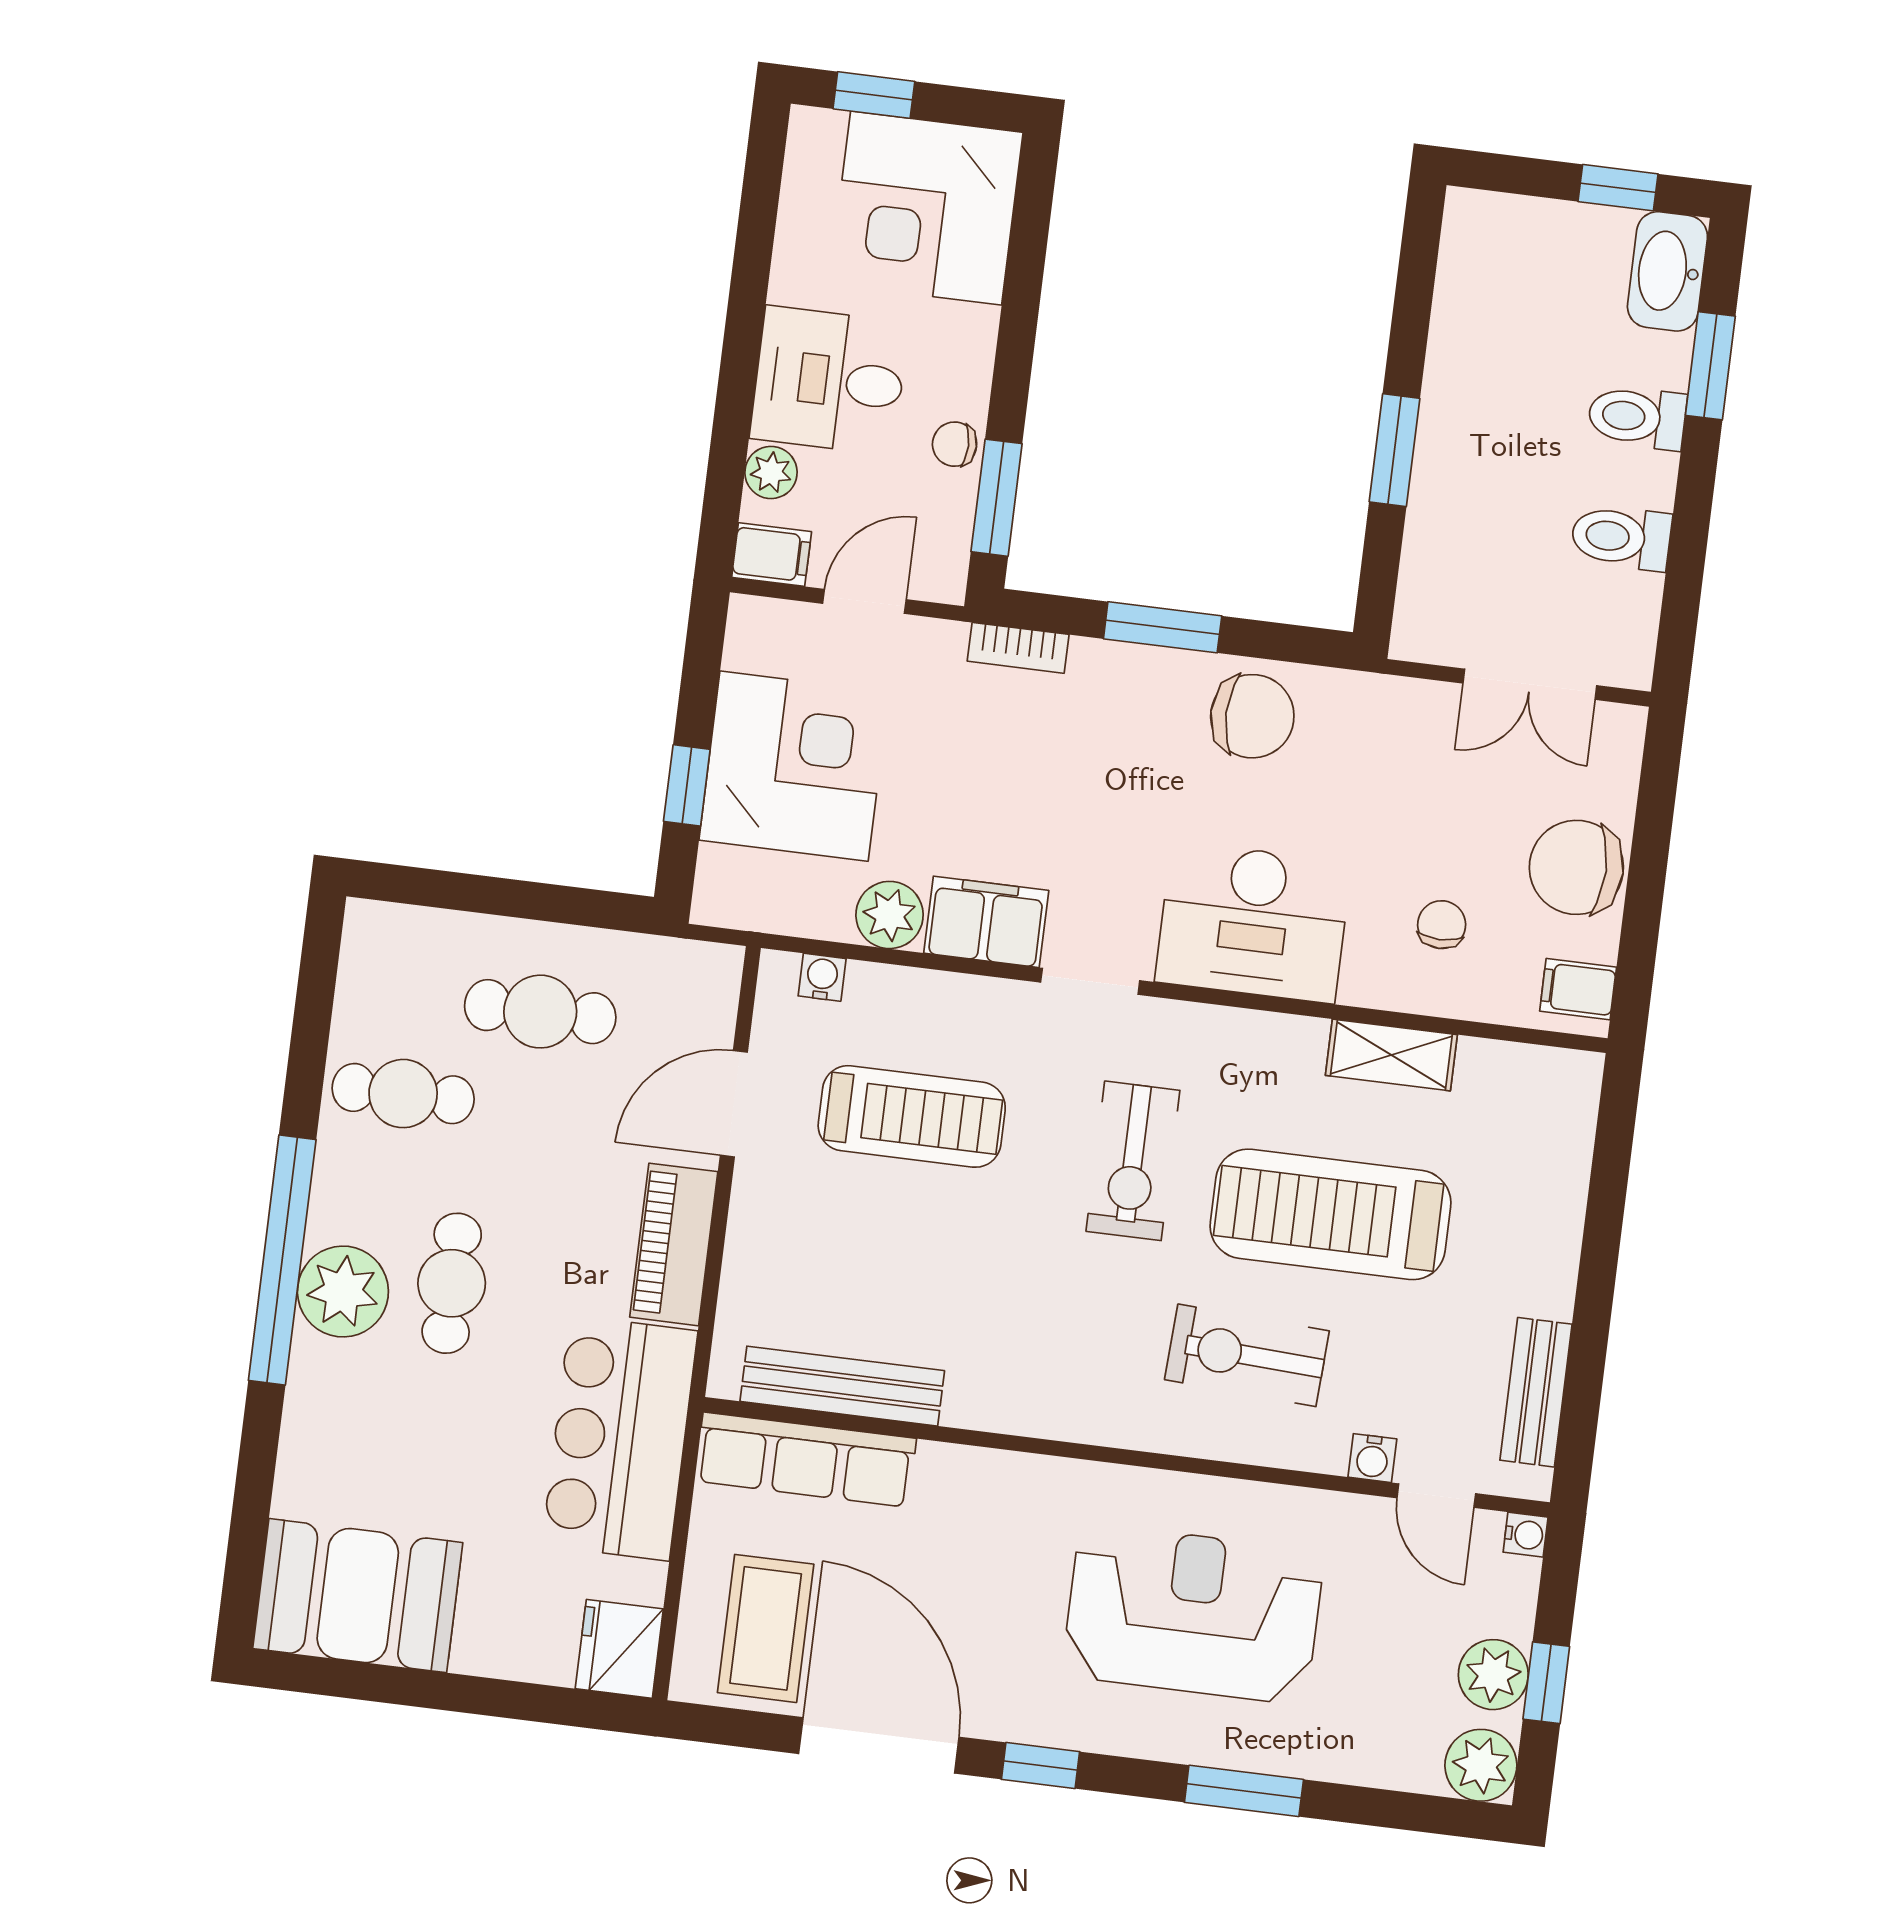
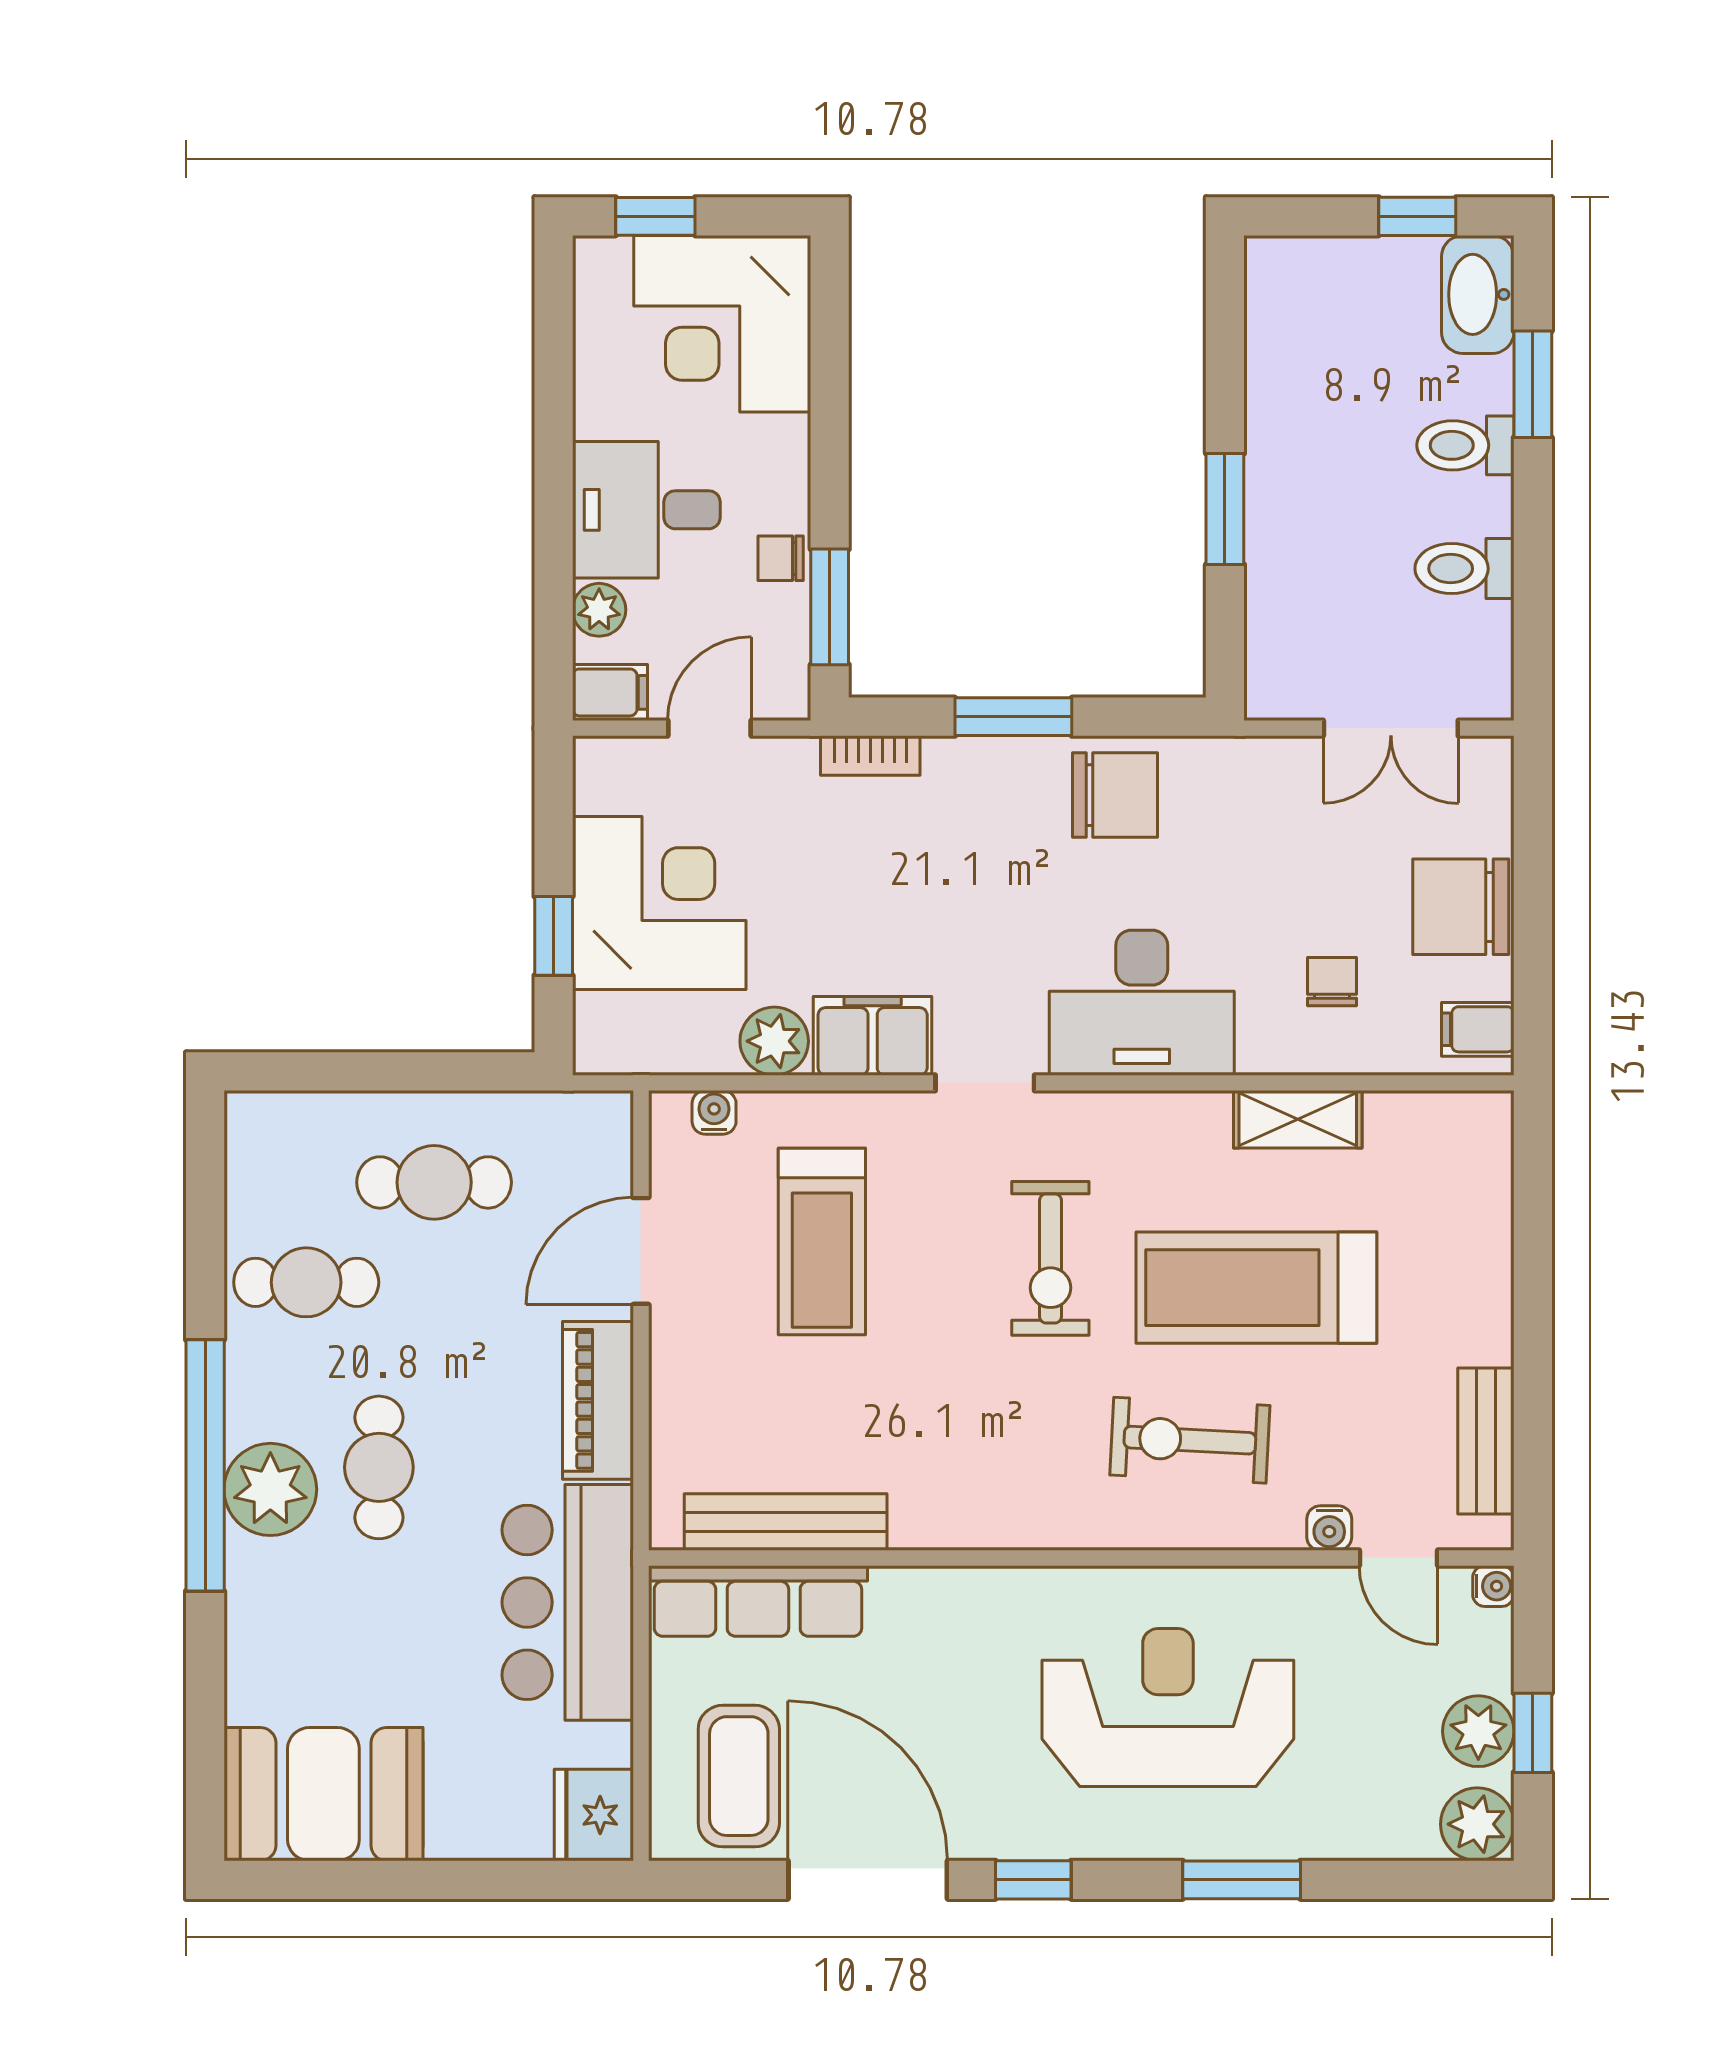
treadmill: (912, 1116) -> (822, 1241), turned 90

